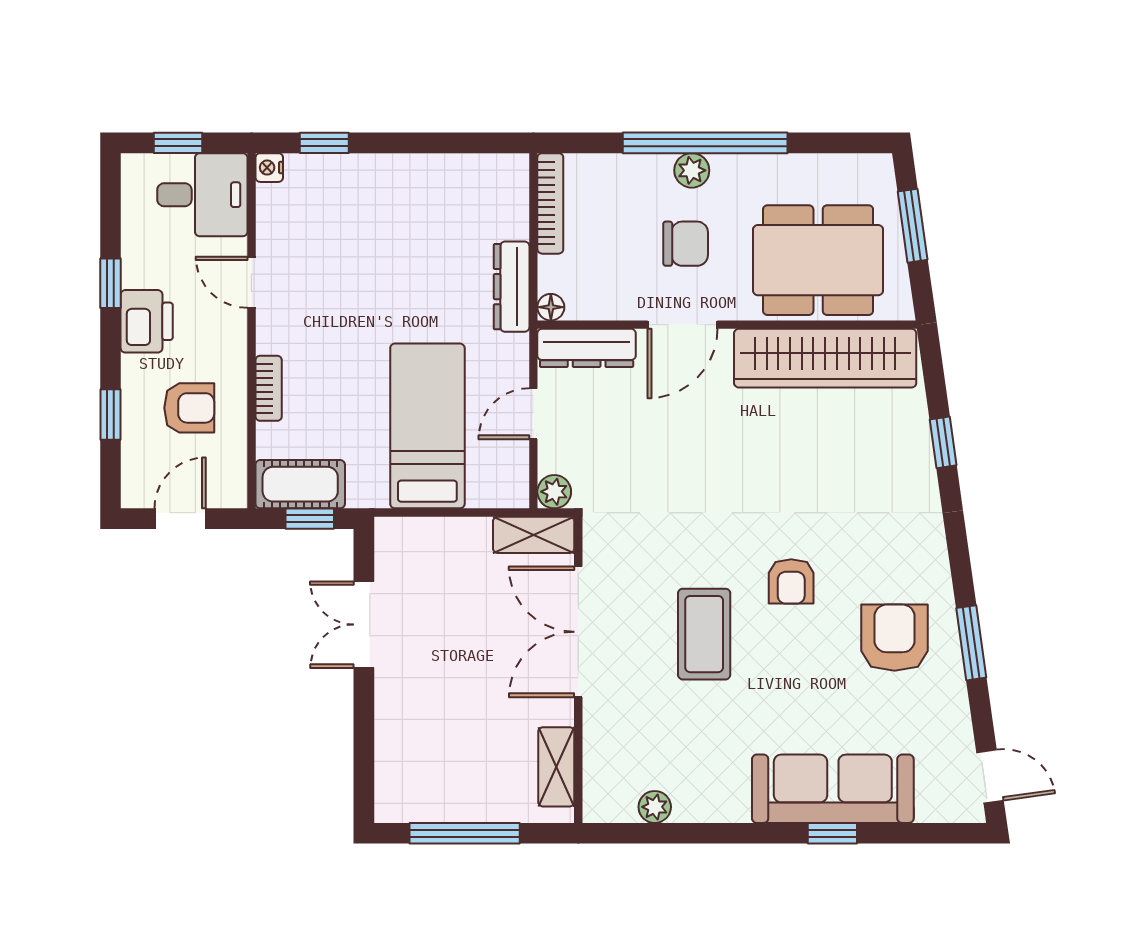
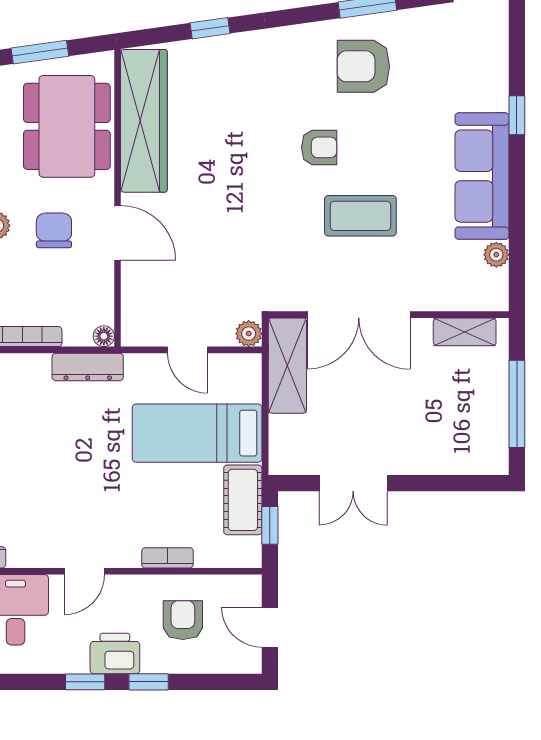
dresser: (587, 348) -> (136, 308), removed
window: (110, 414) -> (149, 682), moved
cot: (300, 484) -> (243, 500), moved
shelving: (534, 535) -> (287, 366), width x1.50, depth x1.33
sofa: (833, 789) -> (482, 176), moved

